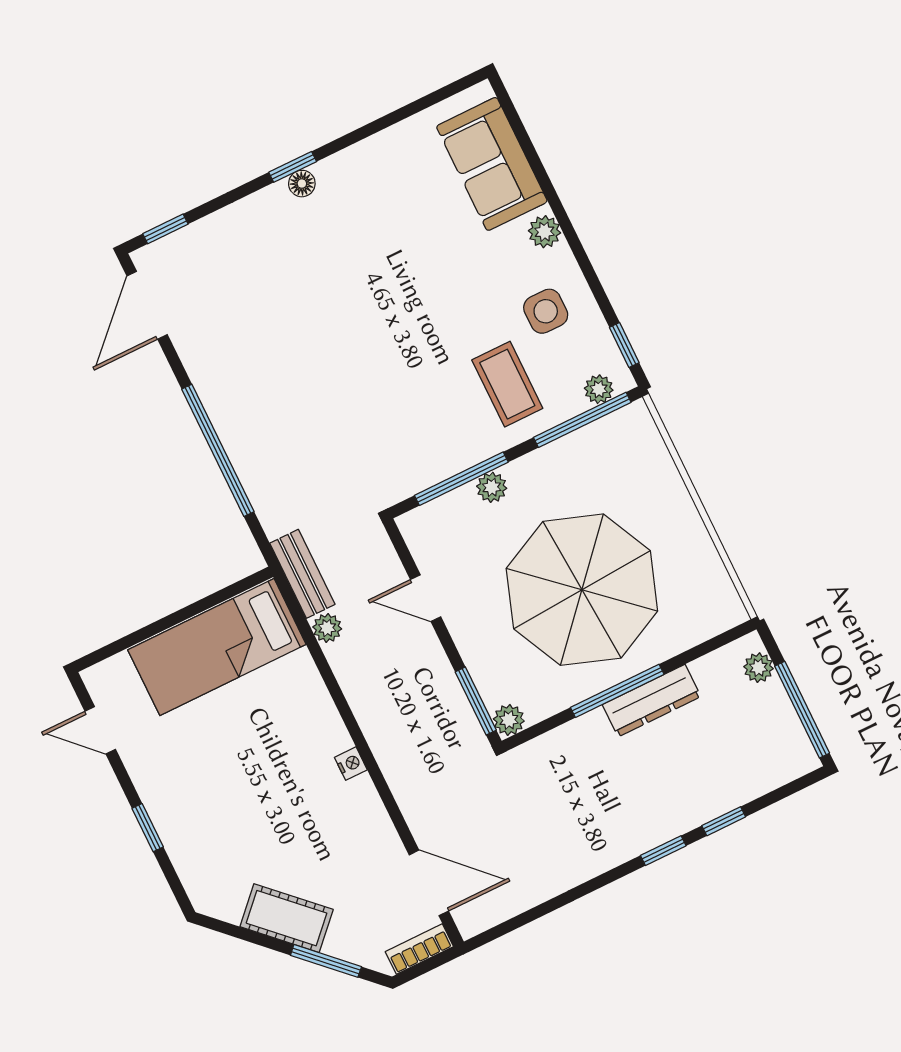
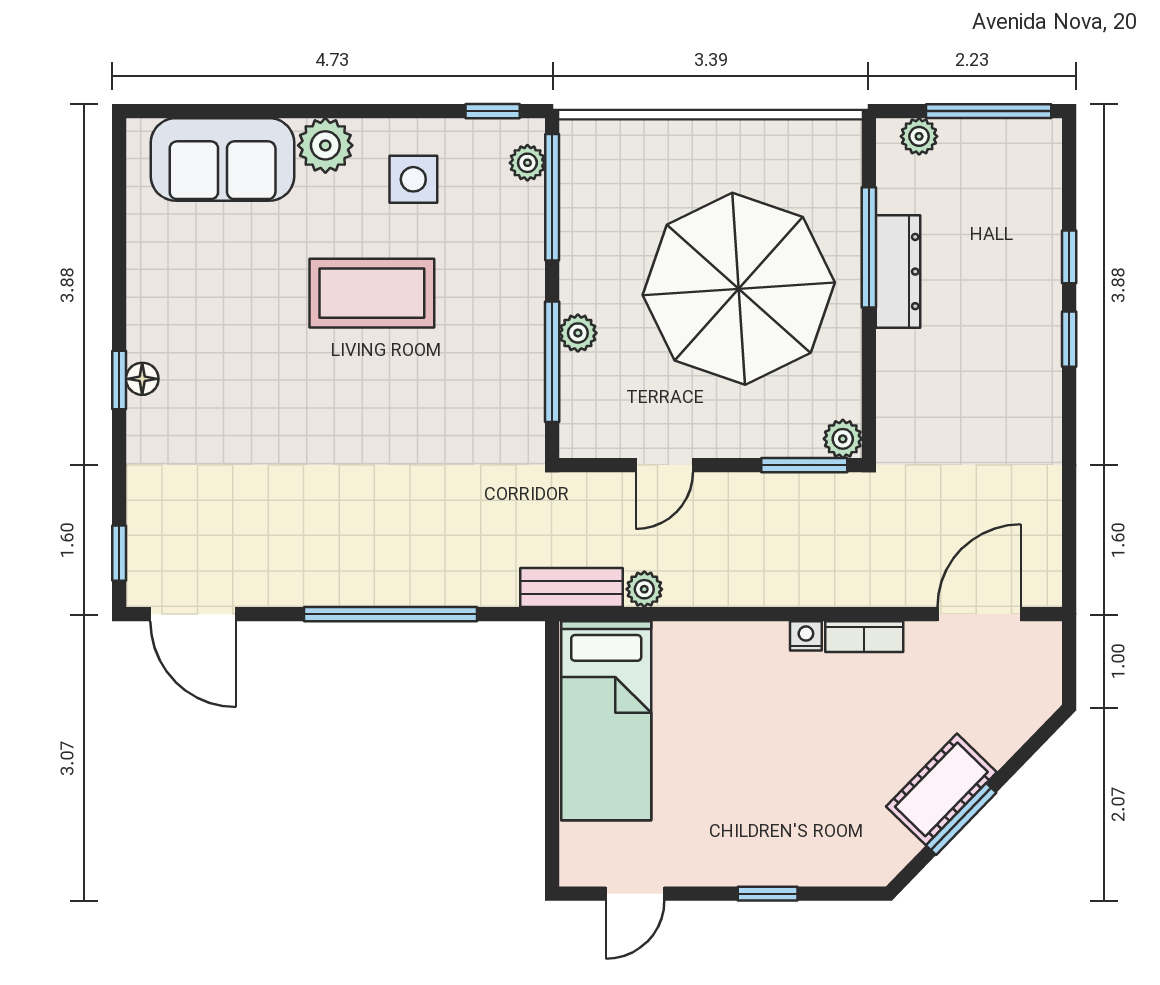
plant: (545, 232) -> (325, 145), width x1.38, depth x1.38
coffee table: (507, 384) -> (372, 293), moved, width x1.36, depth x1.32
window: (617, 691) -> (869, 247), moved
bookcase: (419, 949) -> (864, 637), moved, turned -90
window: (326, 961) -> (961, 819), moved

